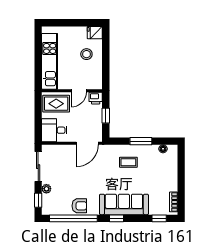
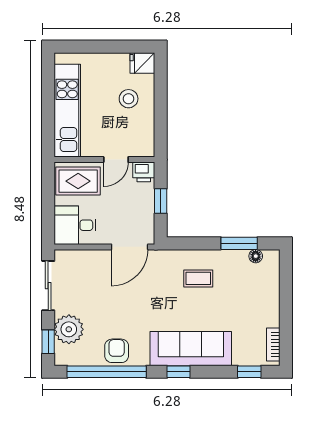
window: (141, 141) -> (239, 243), moved
plant: (46, 189) -> (69, 329), width x1.87, depth x1.87
armchair: (79, 206) -> (117, 351), turned -90

